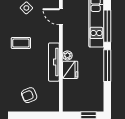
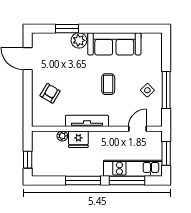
plant: (67, 55) -> (62, 136), moved
armchair: (29, 95) -> (50, 93), turned 53

